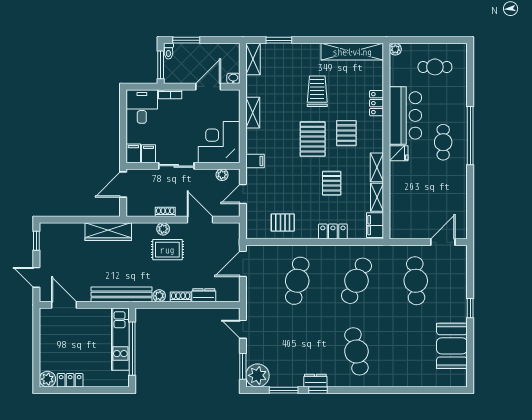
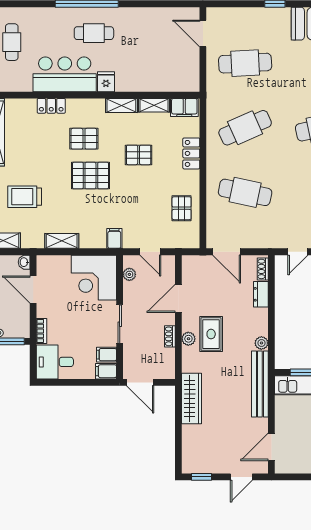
trolley: (317, 91) -> (25, 197), moved
cafe table: (356, 281) -> (245, 128), turned -48
shoe rack: (181, 297) -> (263, 269), moved

